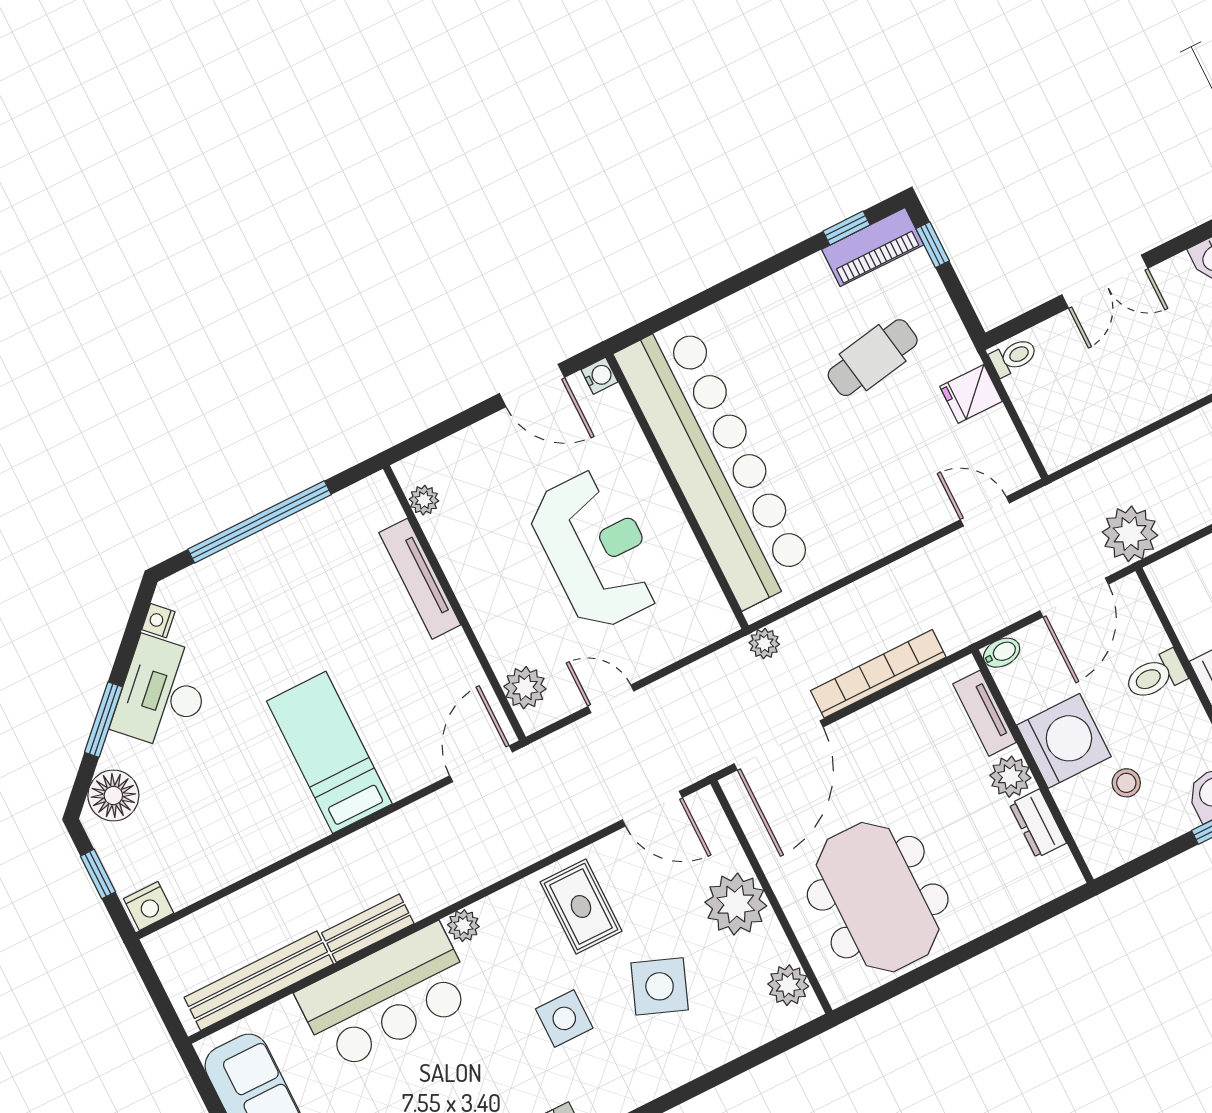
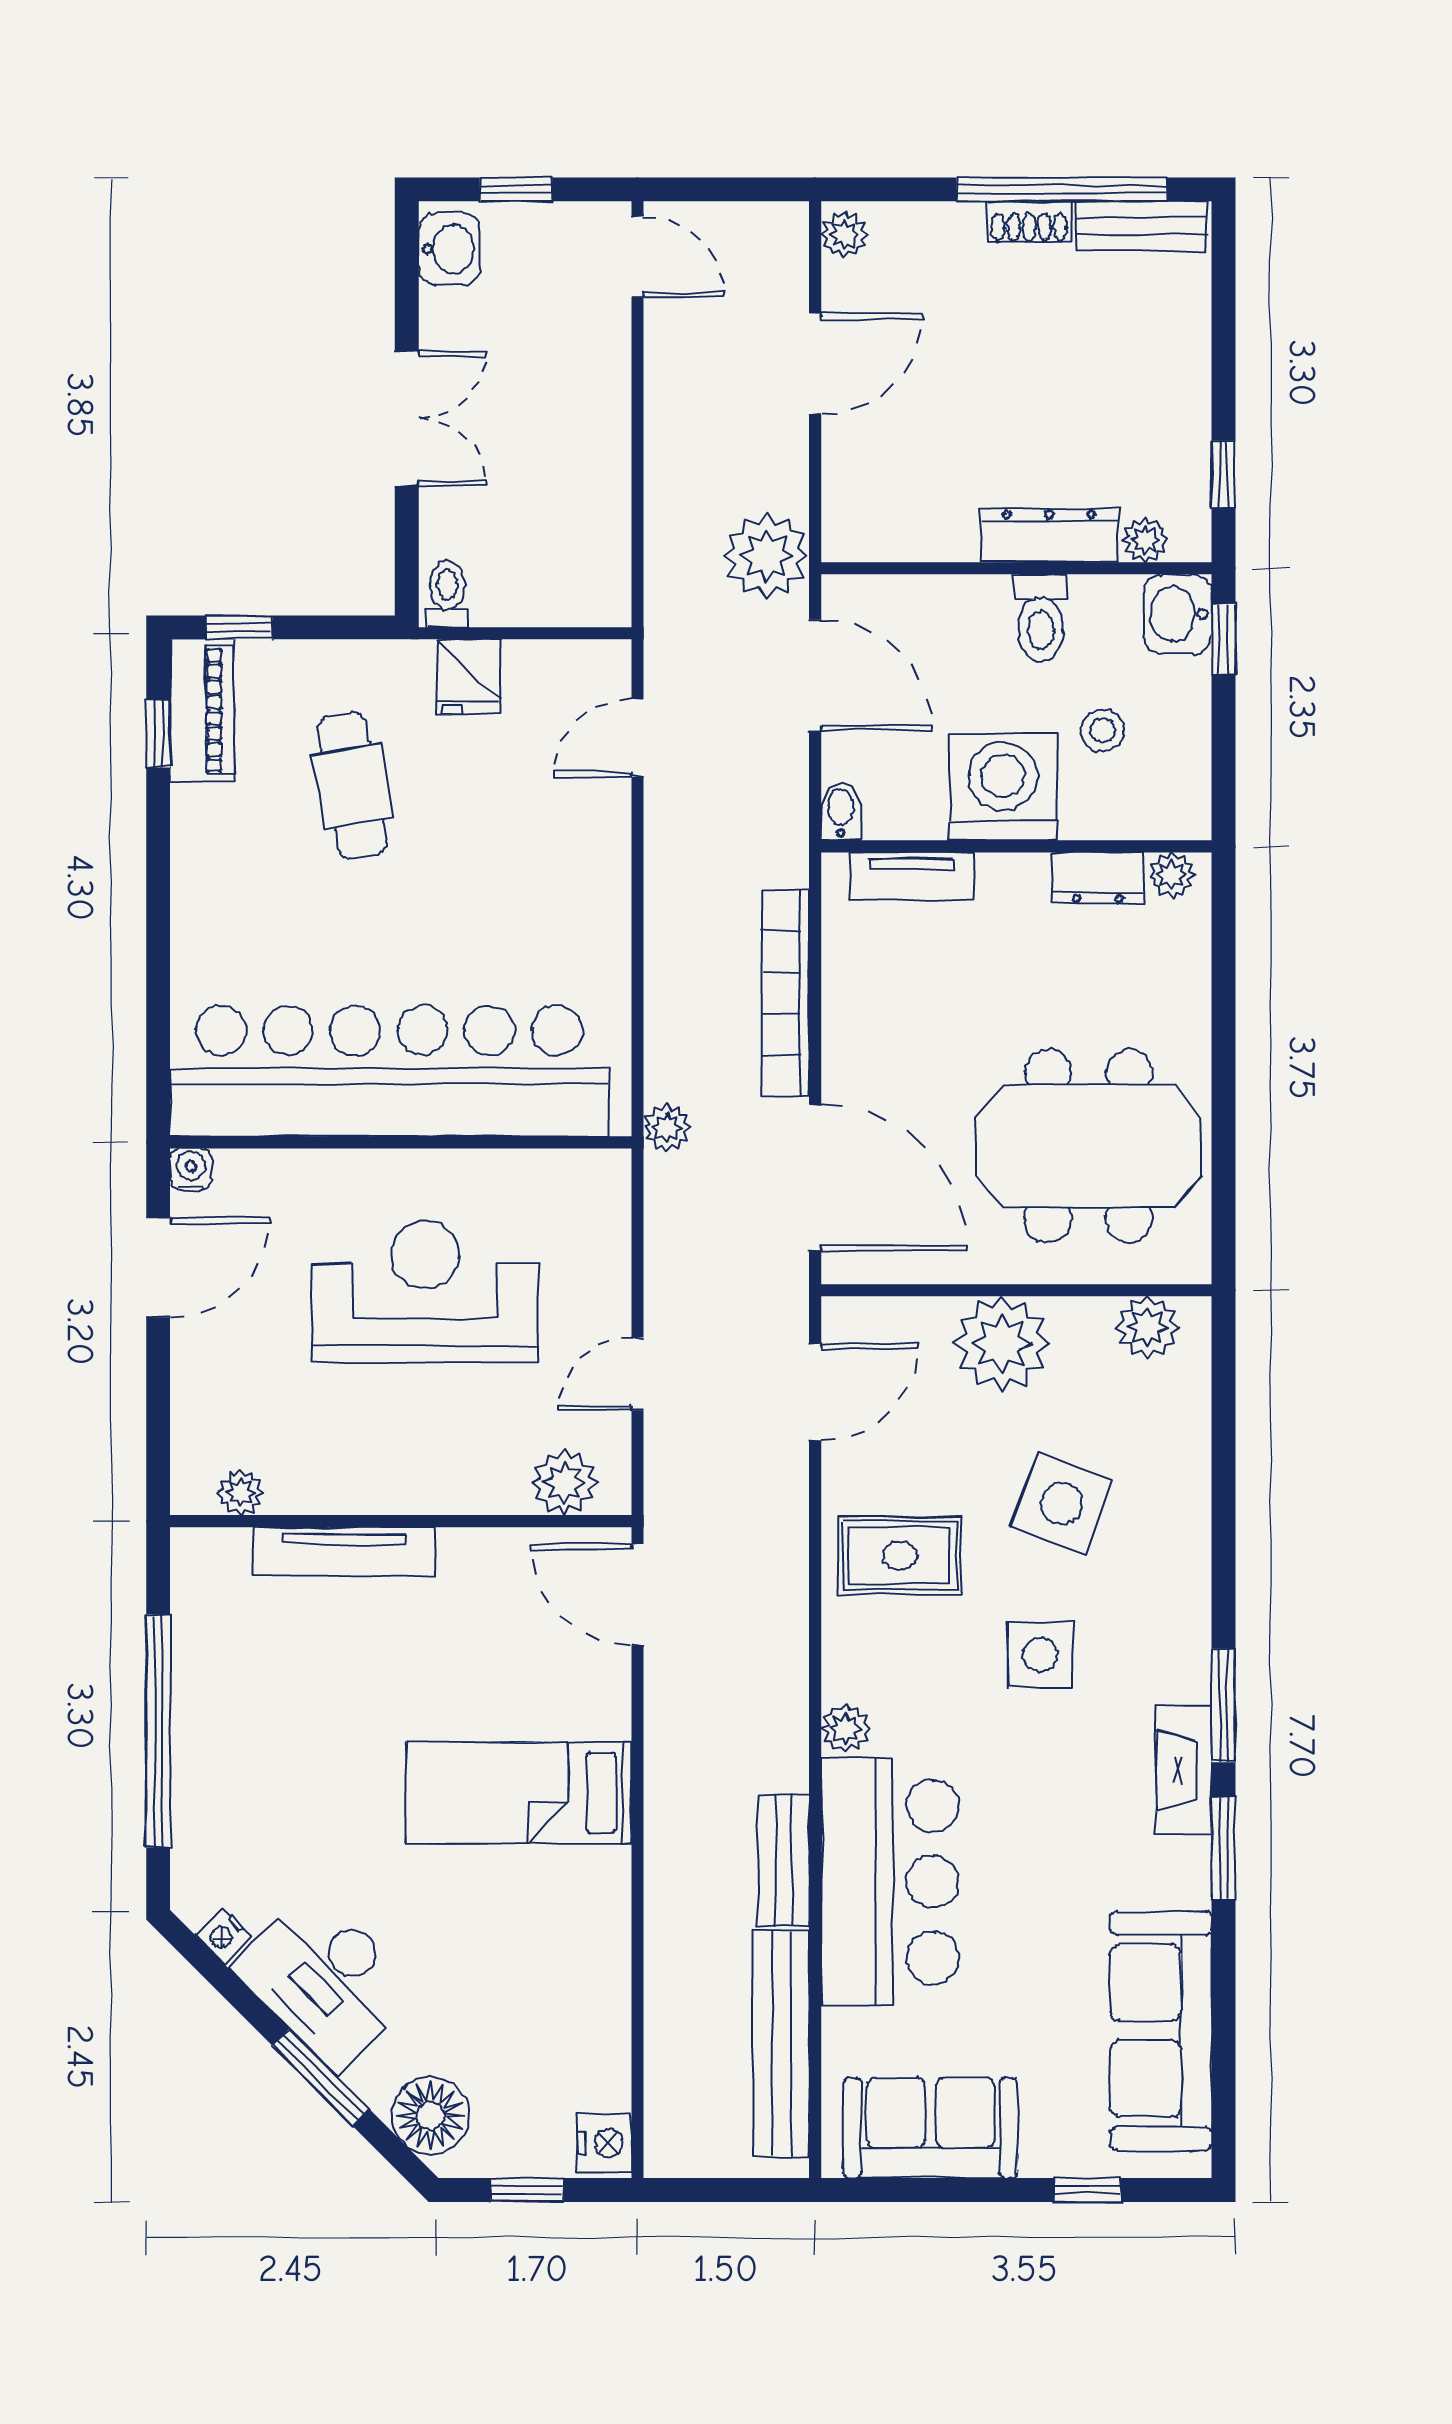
toilet: (1155, 676) -> (1041, 618), moved
plant: (1010, 777) -> (1172, 875), moved, width x0.73, depth x0.73

